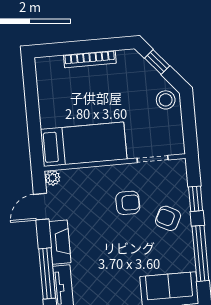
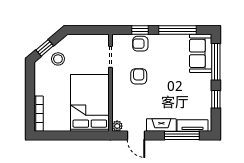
bookcase: (90, 59) -> (39, 114), moved
stool: (166, 100) -> (58, 59), moved
bed: (84, 144) -> (90, 103), width x1.50
armchair: (168, 218) -> (140, 44), moved, turned 63

